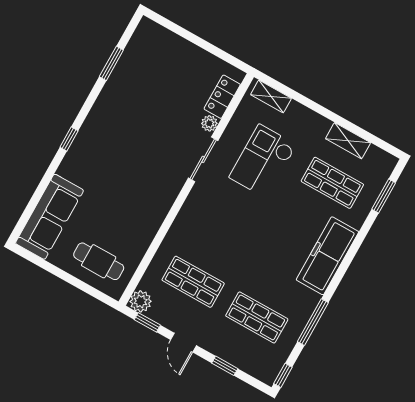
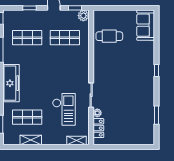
sofa: (49, 217) -> (146, 25), width x0.73
cafe table: (99, 261) -> (109, 36), moved

